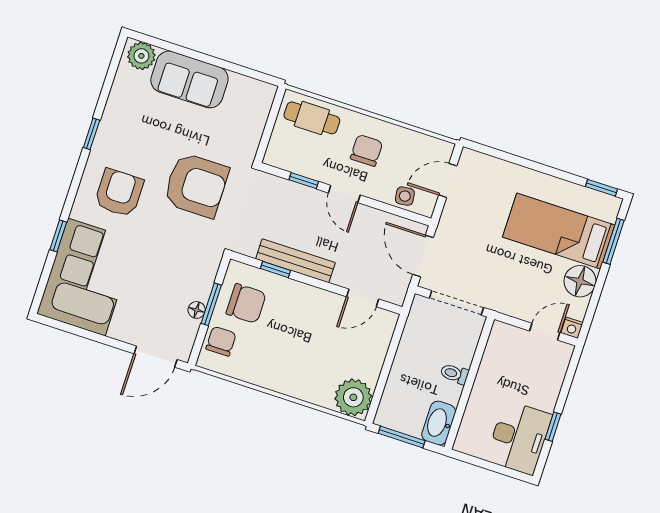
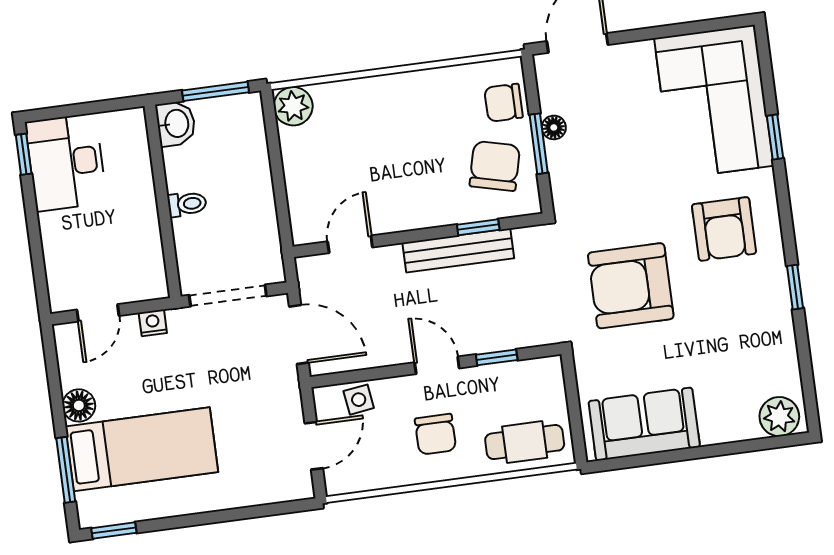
sofa: (189, 79) -> (644, 424), moved
floor lamp: (580, 281) -> (79, 405), width x0.73, depth x0.73
chair: (246, 303) -> (495, 166), turned 104
nightstand: (572, 328) -> (153, 323), moved
chair: (221, 341) -> (504, 103), turned 90
plant: (353, 397) -> (293, 106), width x0.73, depth x0.73
washbasin: (439, 423) -> (176, 124), width x0.72
window: (553, 427) -> (24, 154), moved

